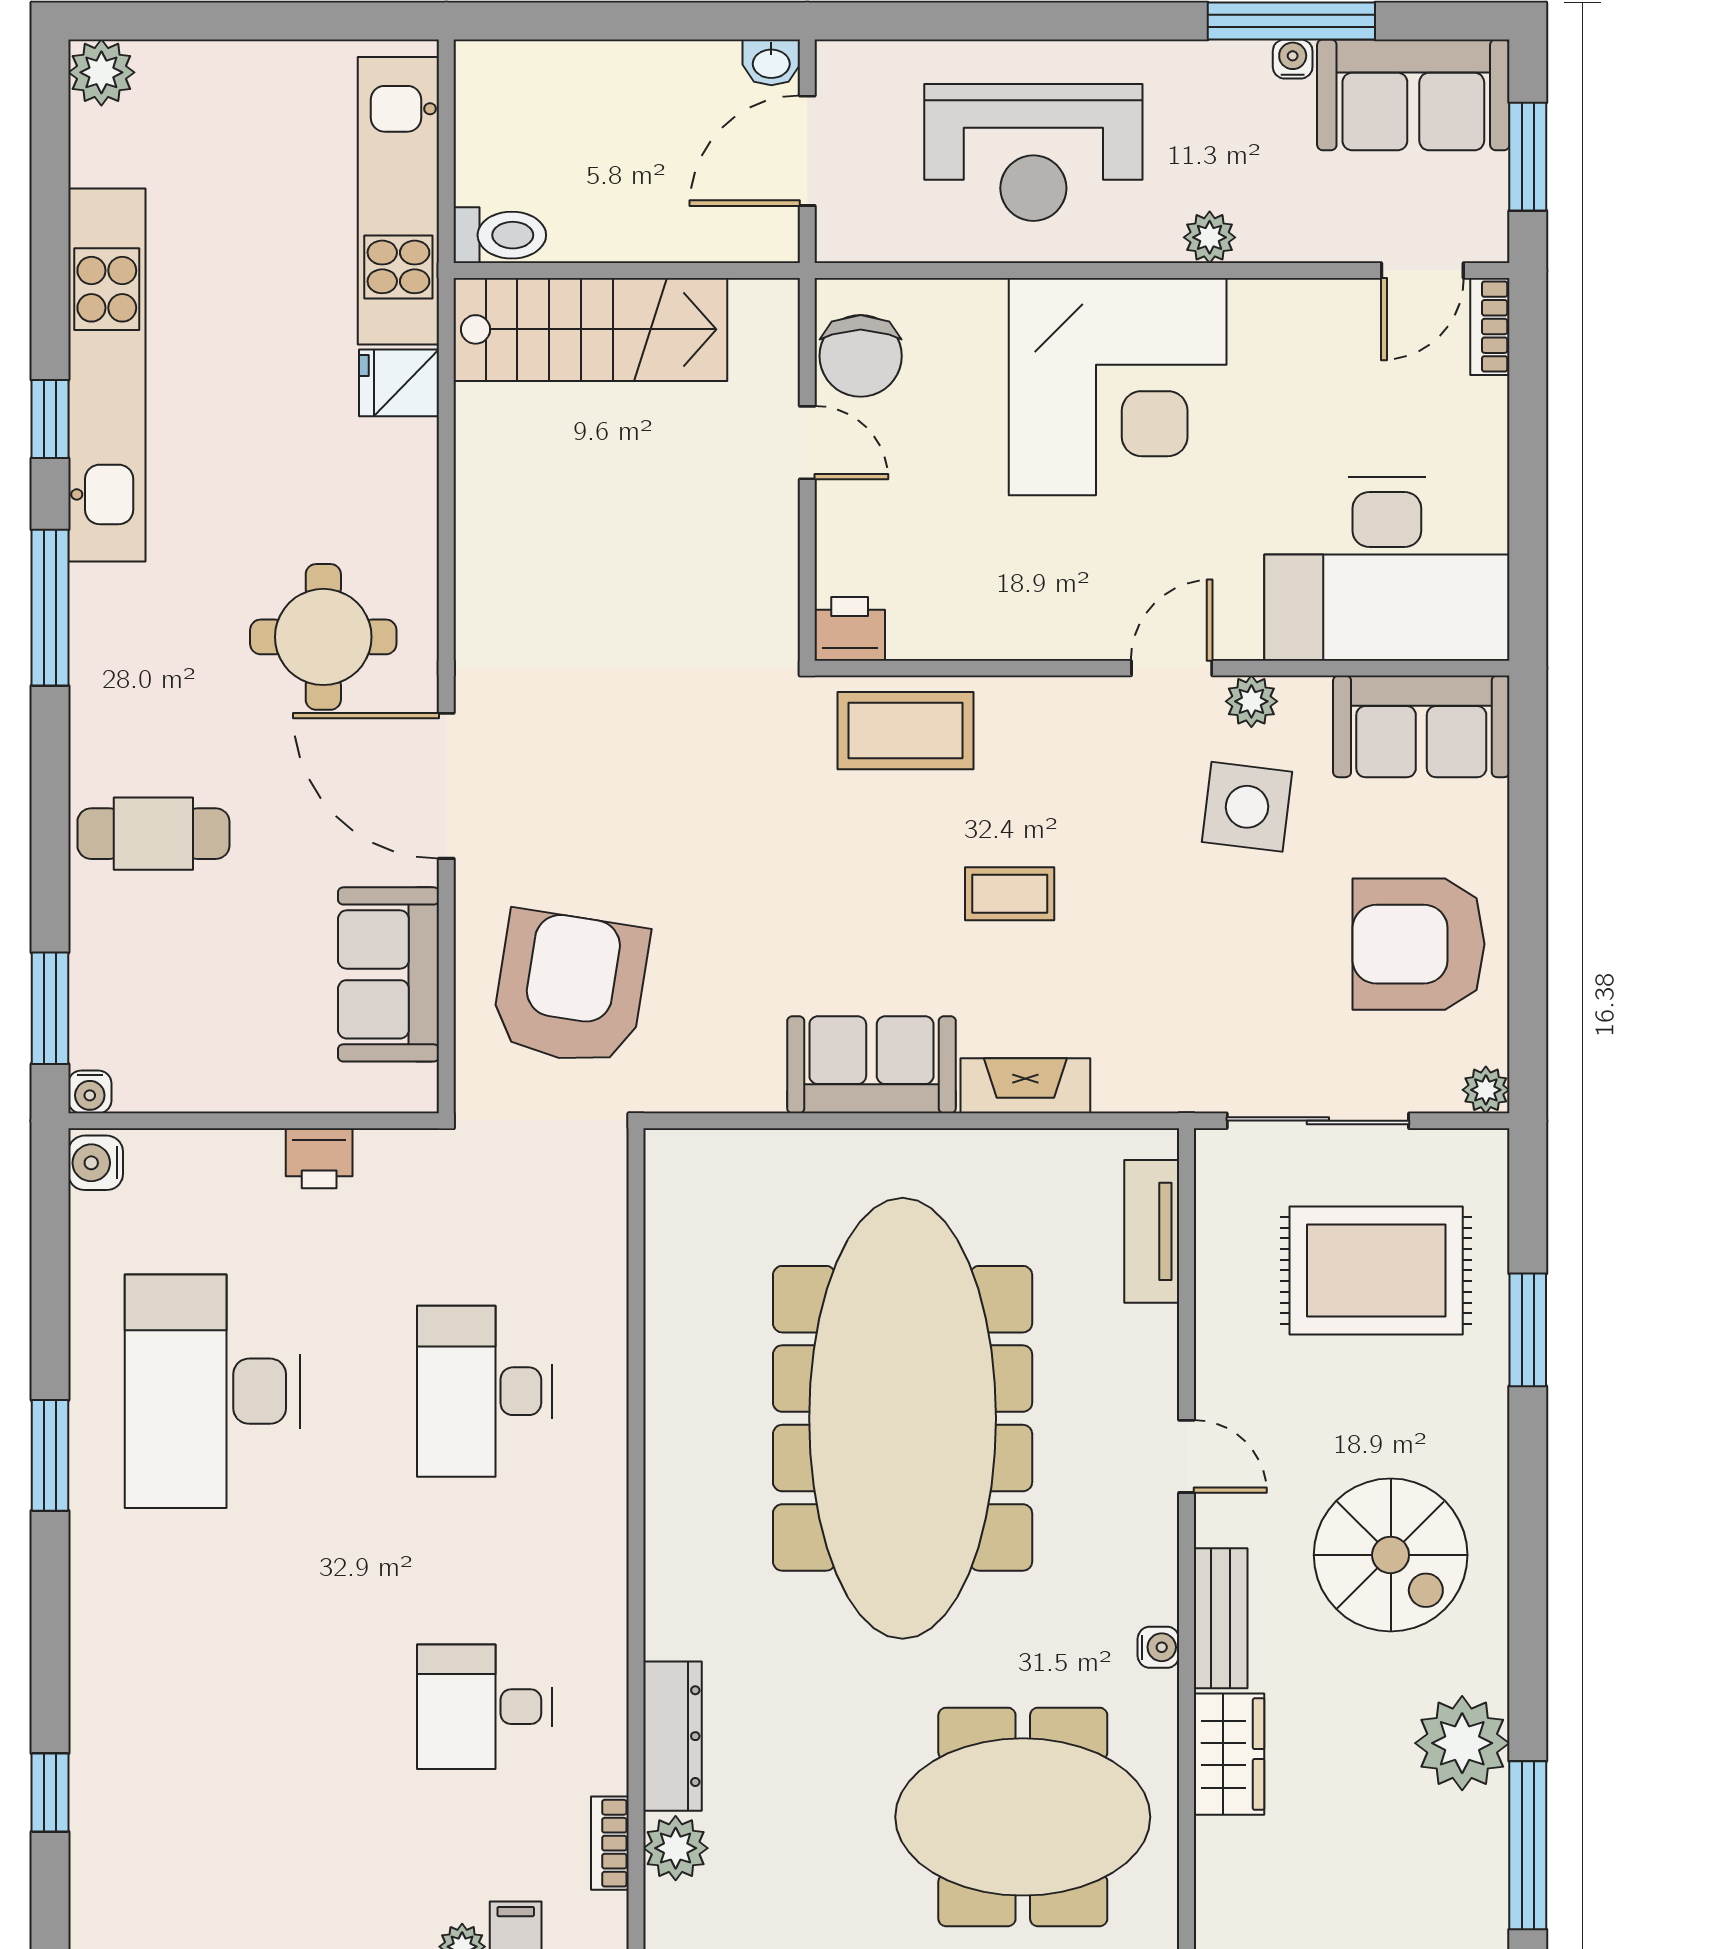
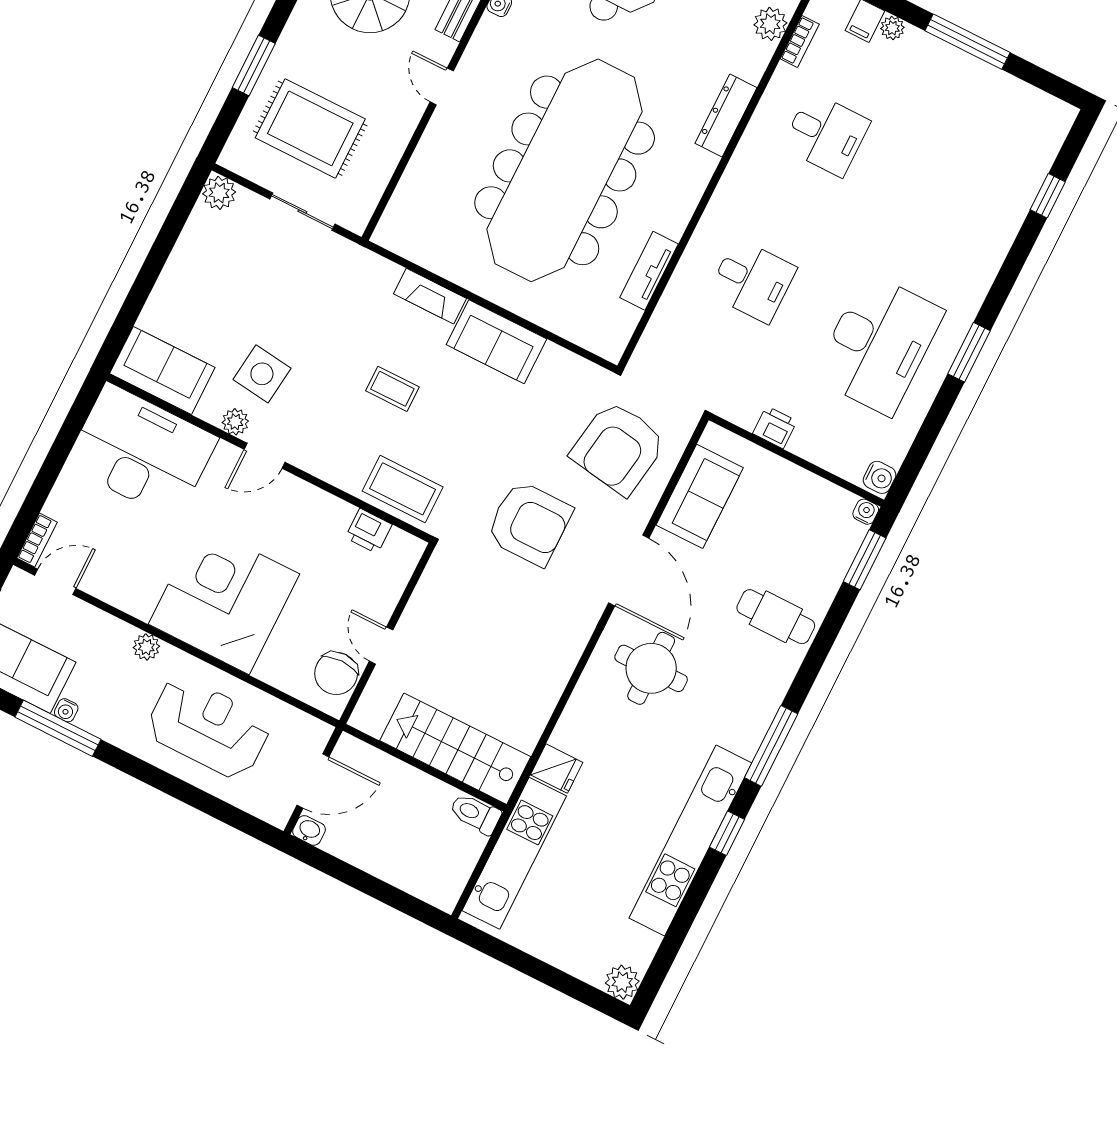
chair: (861, 356) -> (336, 673), turned 180
printer: (850, 629) -> (369, 531), moved
armchair: (1419, 944) -> (529, 523), moved
plant: (1486, 1090) -> (219, 193), width x1.38, depth x1.38
sliding door: (1318, 1121) -> (302, 212), width x0.73
tv unit: (1152, 1231) -> (649, 271), moved, turned 180
desk: (485, 1391) -> (752, 281), width x0.73
dresser: (672, 1736) -> (726, 116), moved

